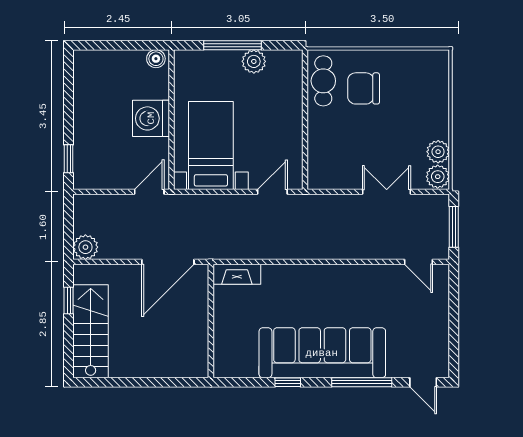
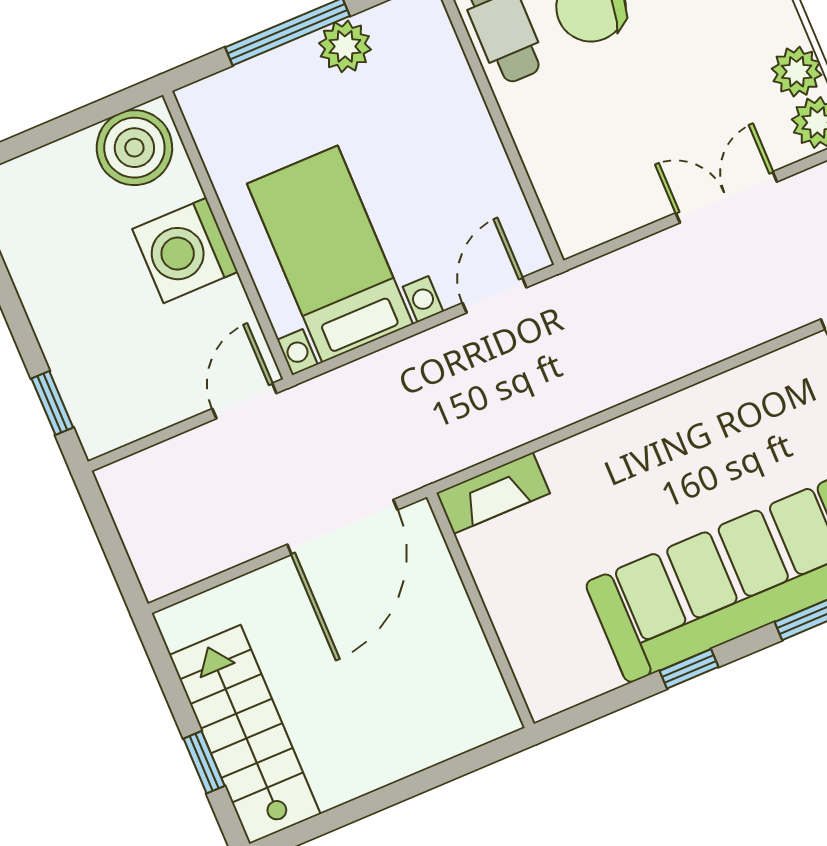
boiler: (156, 59) -> (134, 148), width x1.86, depth x1.86
plant: (85, 247) -> (162, 568), removed
window: (69, 300) -> (204, 762), moved

